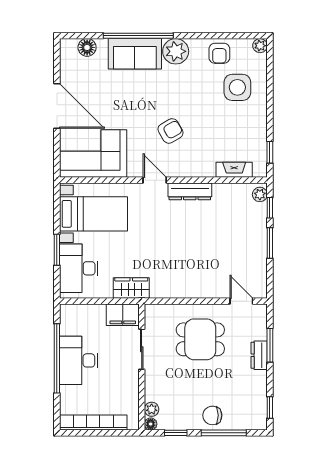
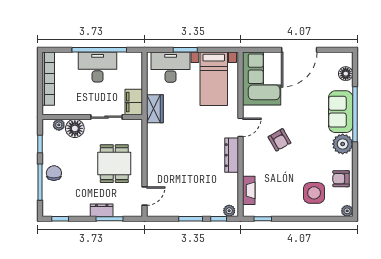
floor lamp: (151, 424) -> (75, 128), moved, width x1.89, depth x1.89

